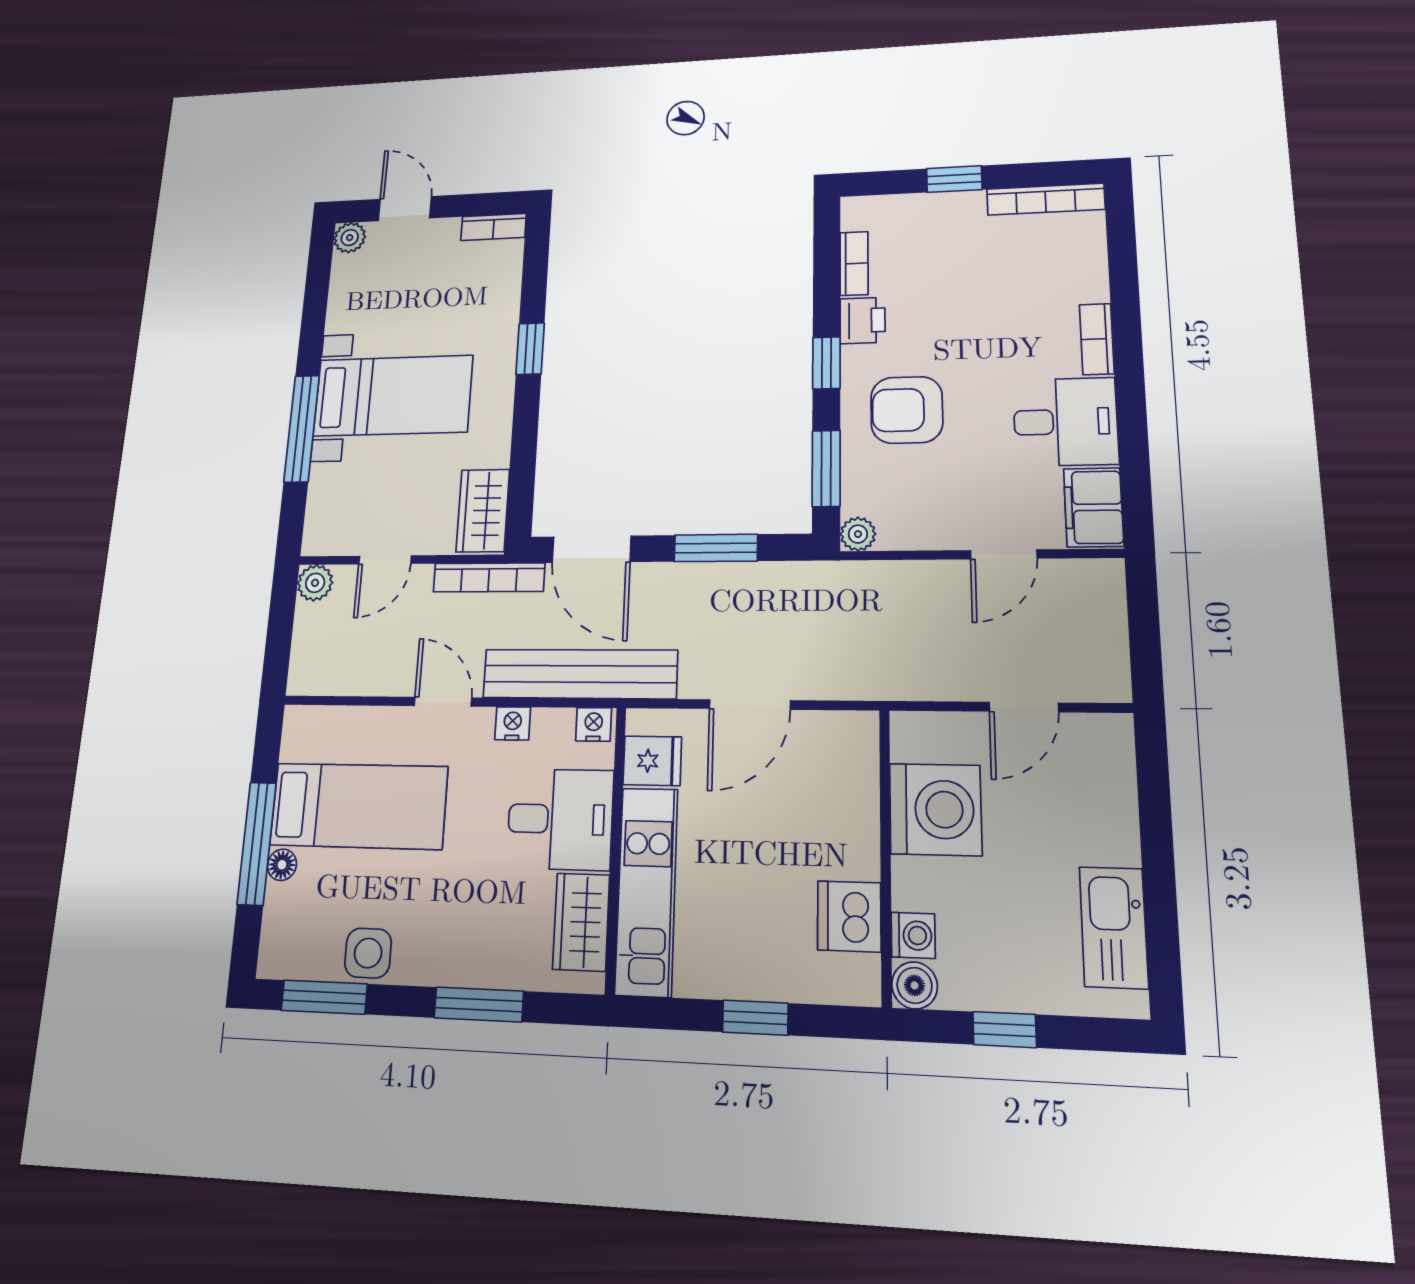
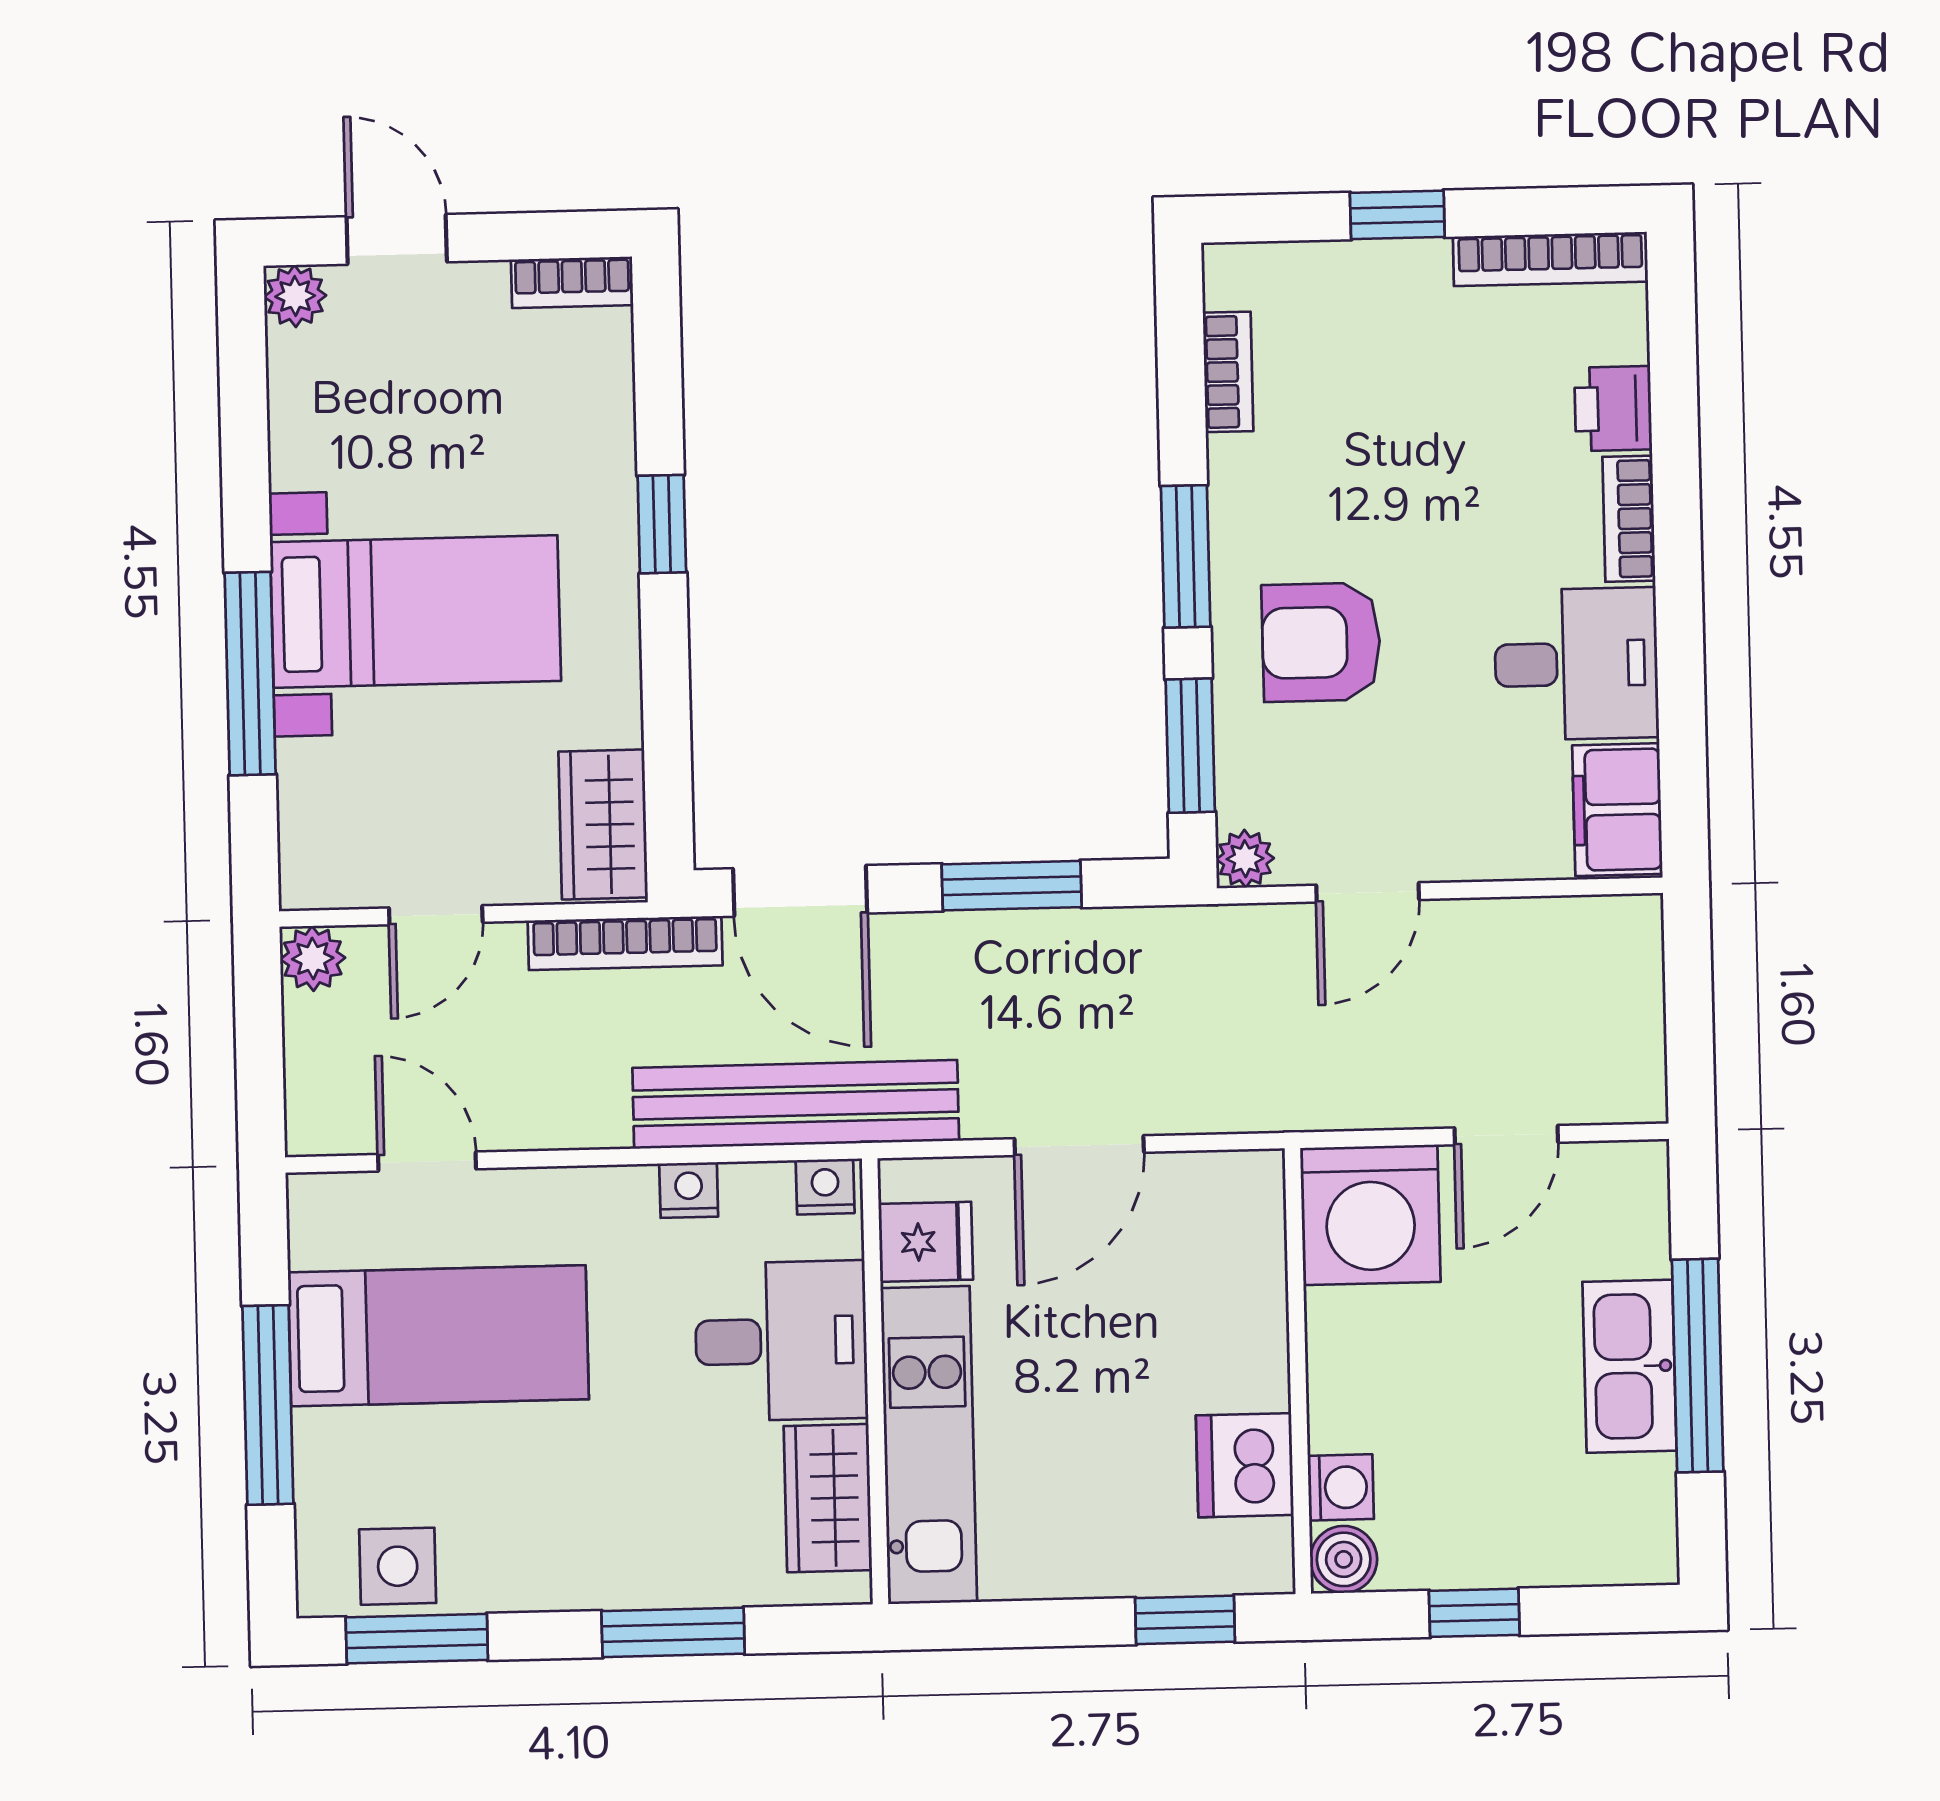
printer: (863, 321) -> (1613, 409), moved, turned 180
window: (826, 363) -> (1186, 556), width x1.50
door: (1004, 554) -> (1368, 892), moved
door: (443, 702) -> (427, 1162), moved
washing machine: (935, 809) -> (1370, 1215), moved, turned 90
floor lamp: (282, 865) -> (317, 1437), removed
window: (1158, 866) -> (1698, 1366), added
kitchen sink: (1114, 927) -> (1629, 1366), moved
side table: (368, 953) -> (398, 1566), moved
window: (755, 1018) -> (1185, 1620), moved

